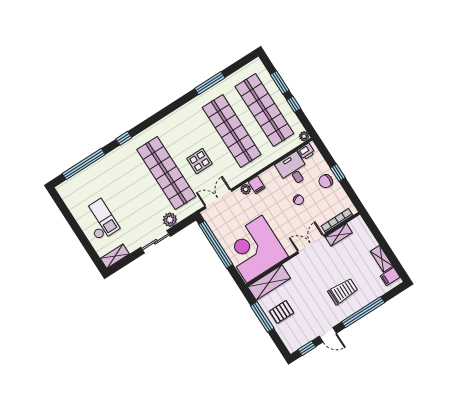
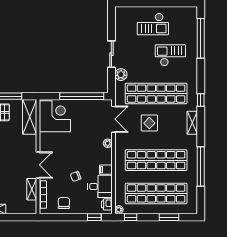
window: (210, 83) -> (201, 166), width x1.46
window: (294, 104) -> (131, 217), moved
window: (124, 138) -> (201, 100), moved
window: (338, 173) -> (94, 217), moved
chair: (326, 181) -> (64, 203), moved
checkout: (120, 183) -> (170, 55), added
filing cabinet: (257, 185) -> (106, 170), moved
corner desk: (254, 249) -> (55, 116), width x0.74, depth x0.74
shelving: (115, 256) -> (192, 123), moved

